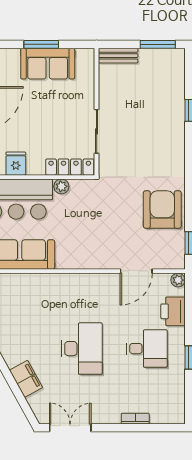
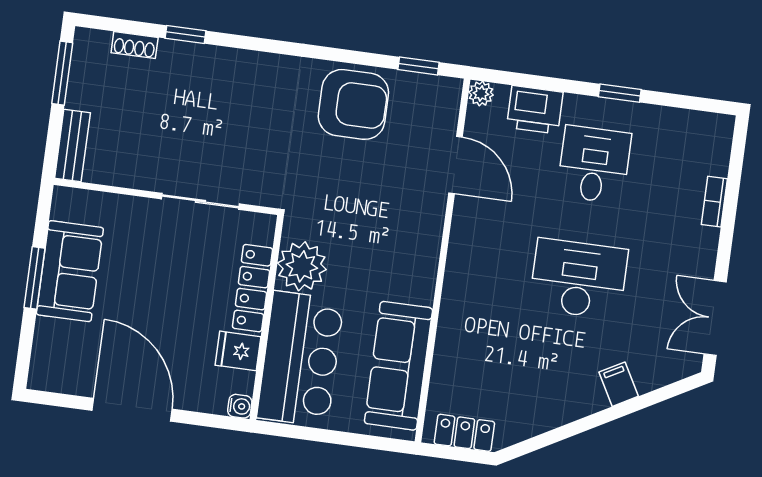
shoe rack: (179, 83) -> (135, 45), added
locker: (70, 167) -> (253, 288), moved
plant: (61, 186) -> (302, 266), width x1.88, depth x1.88
armchair: (162, 210) -> (353, 104), turned 180
filing cabinet: (26, 379) -> (619, 384), width x0.50

